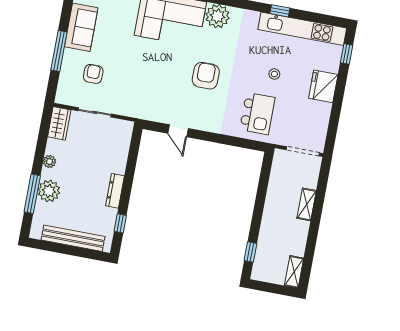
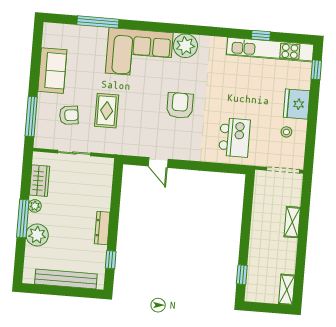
window: (280, 11) -> (261, 35), moved
window: (59, 51) -> (31, 117), moved
rug: (132, 73) -> (107, 111), added
armchair: (93, 74) -> (69, 115), turned 83
stool: (274, 74) -> (286, 132), moved
wardrobe: (59, 123) -> (39, 181), moved
window: (32, 194) -> (23, 218), moved

